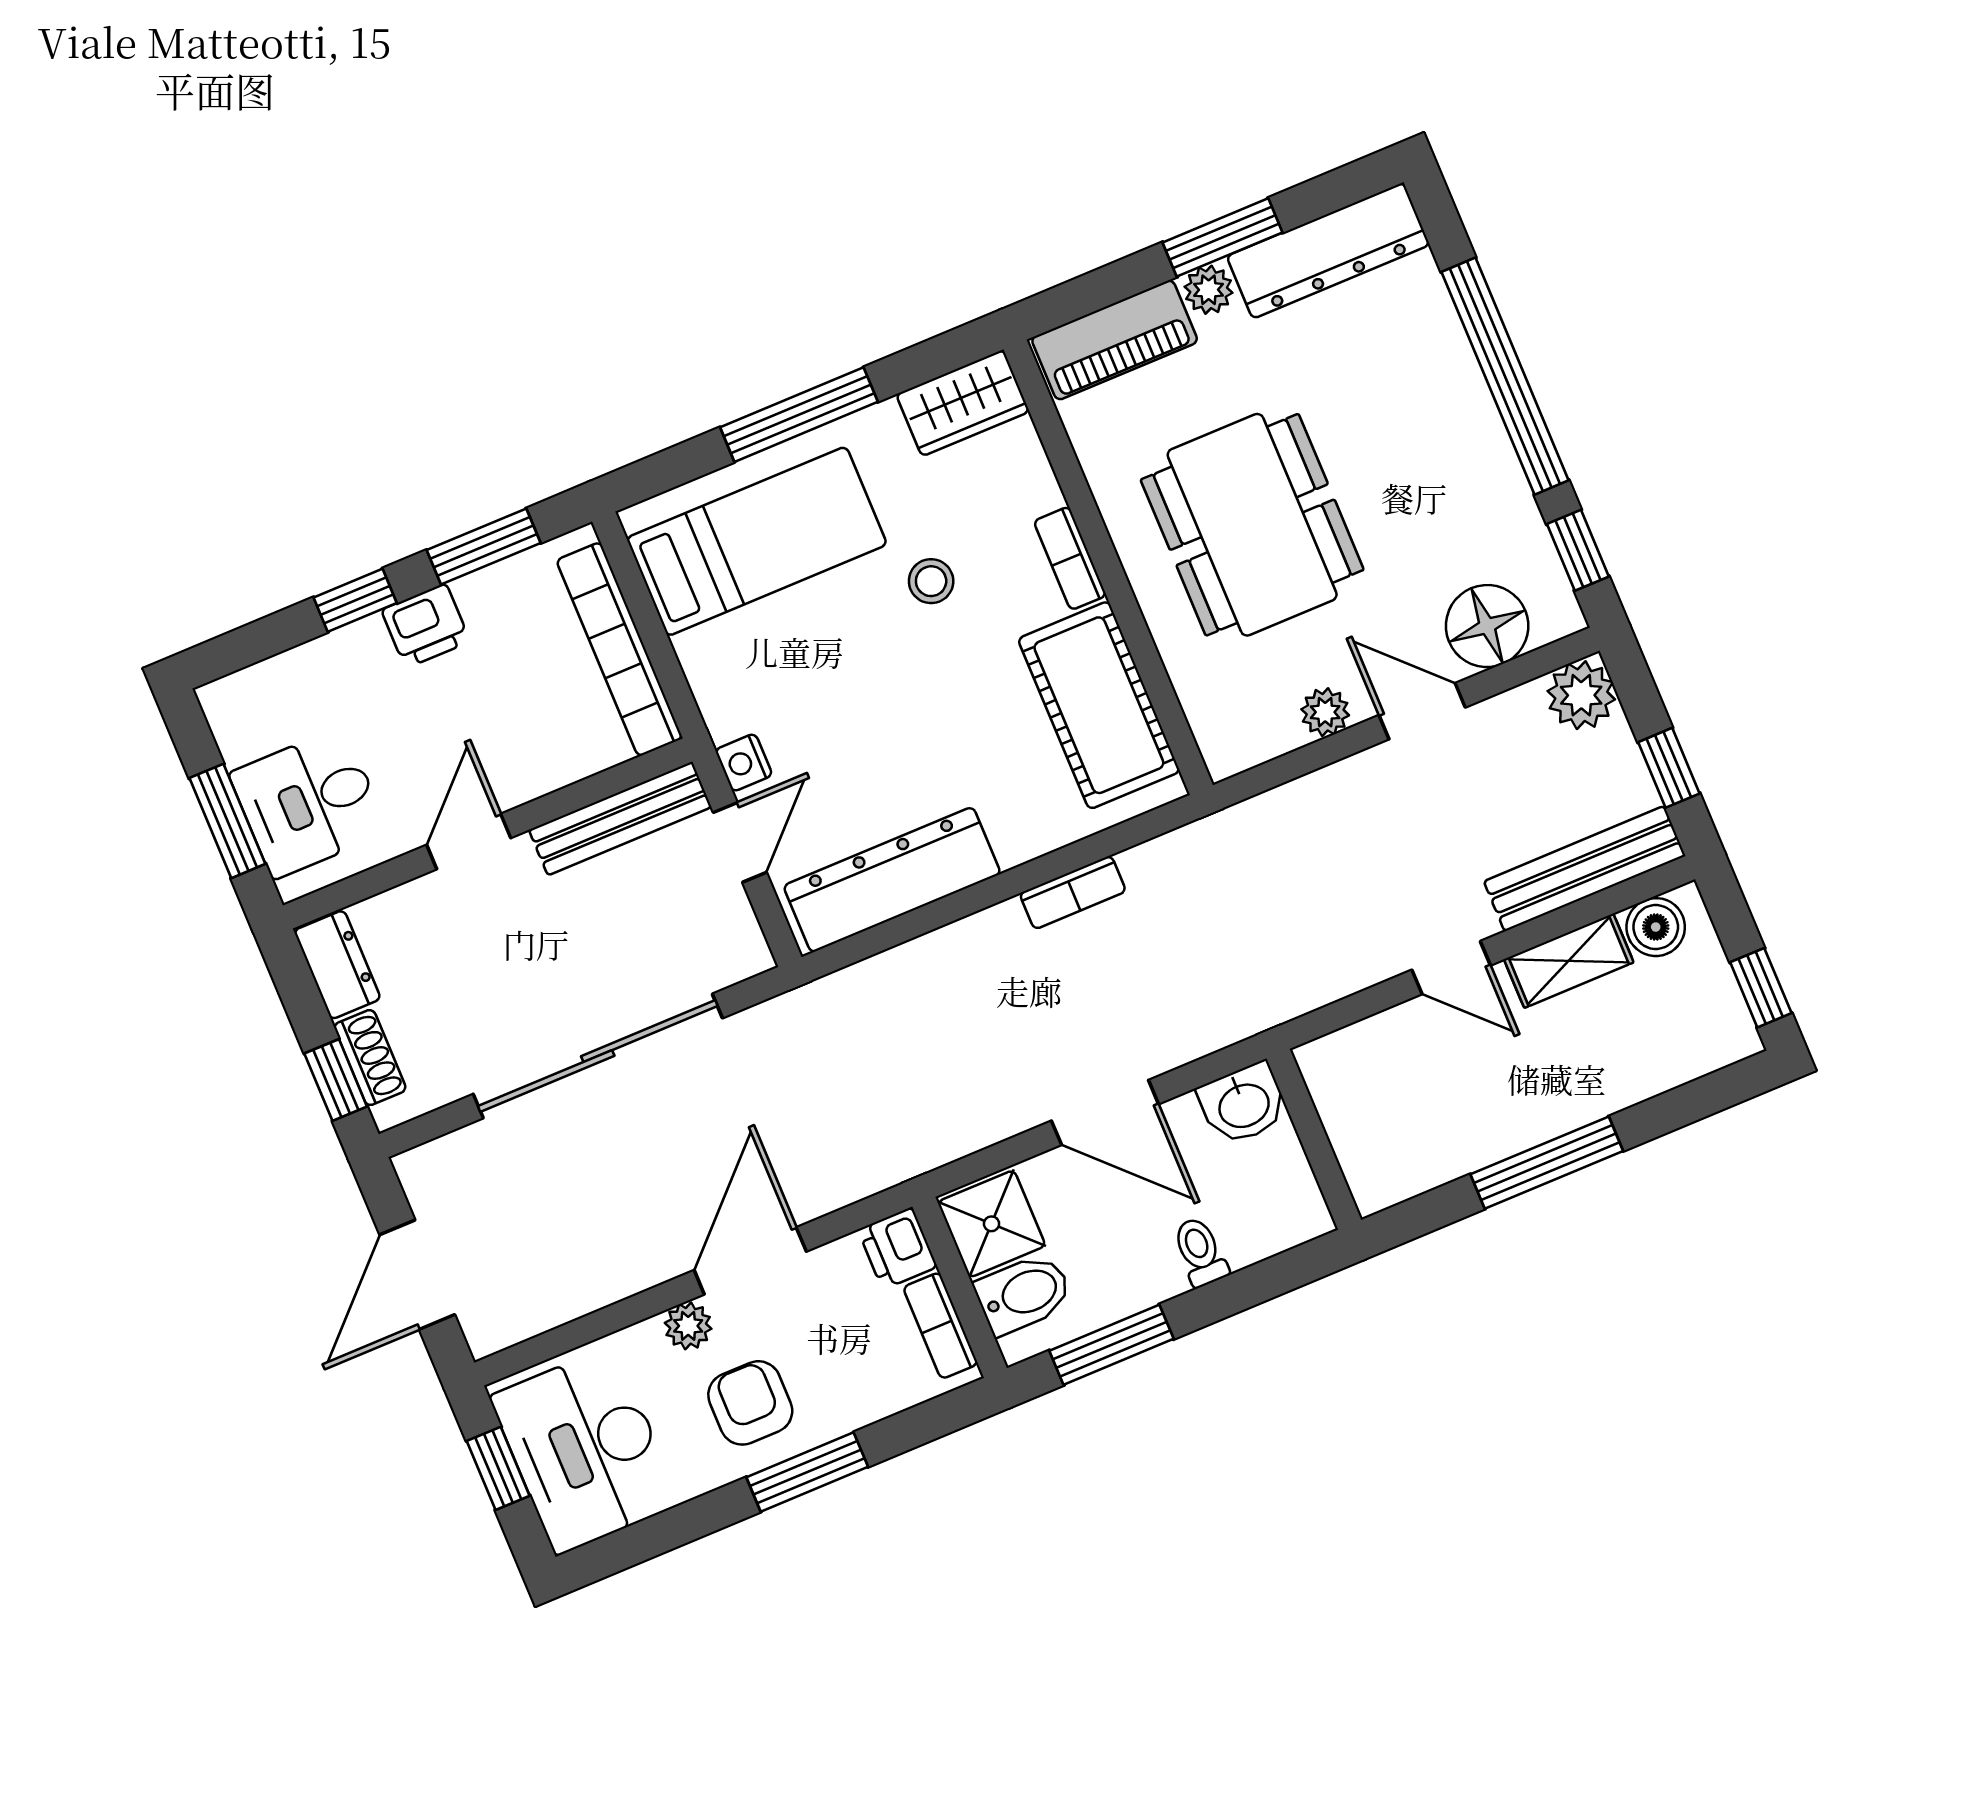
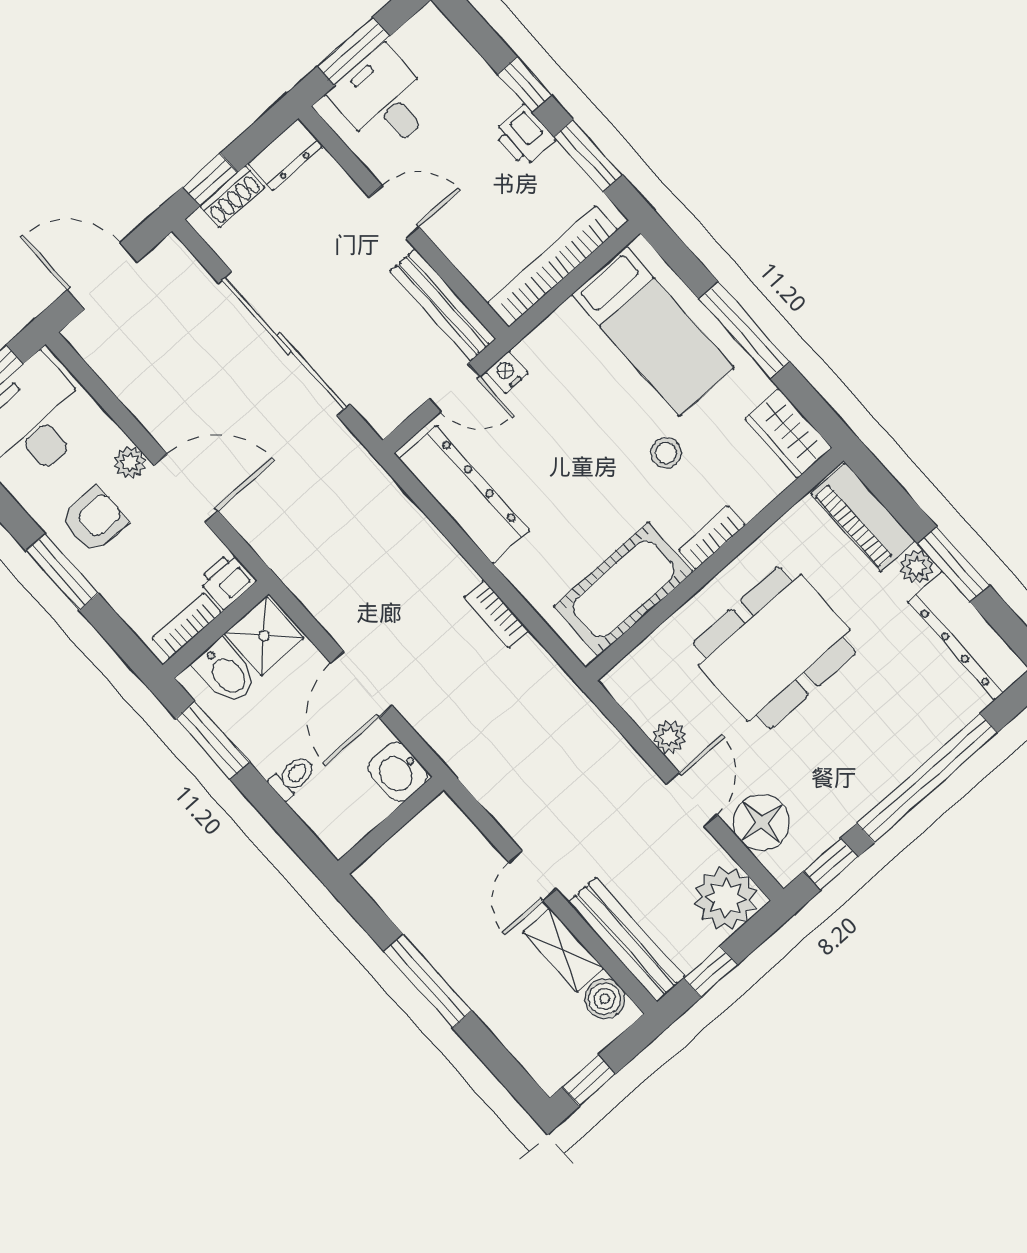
plant: (1581, 695) -> (726, 898), width x1.36, depth x1.36

